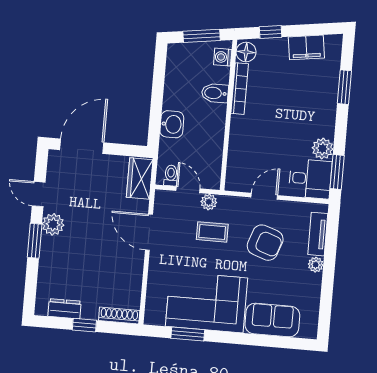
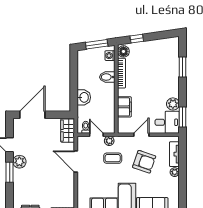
filing cabinet: (306, 47) -> (124, 107), moved, turned -82

